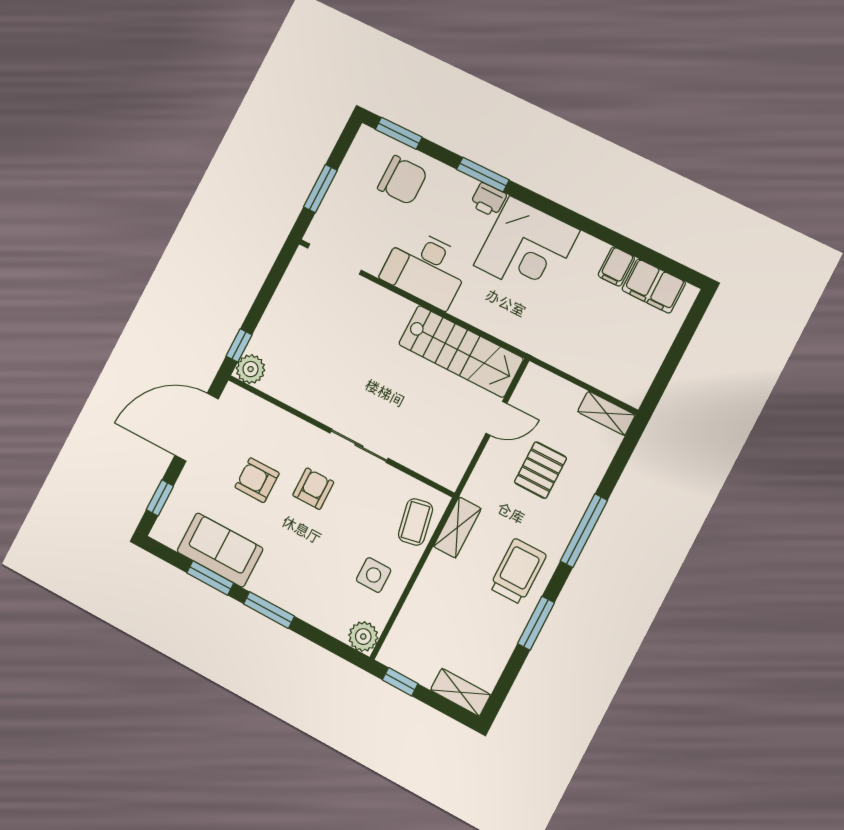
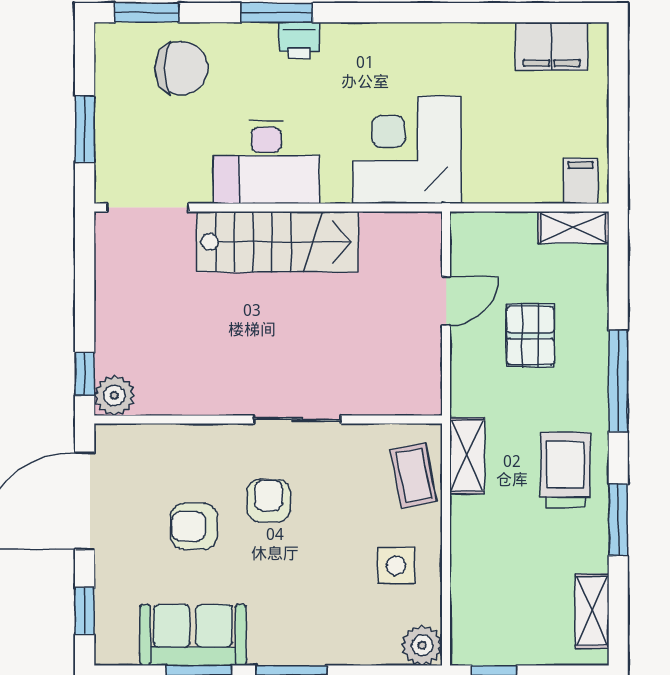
corner desk: (527, 248) -> (407, 150), moved, turned 180
filing cabinet: (616, 267) -> (581, 181), moved, turned 180
stairs: (461, 351) -> (277, 242), moved
shelving: (460, 692) -> (592, 611), moved, turned 90

